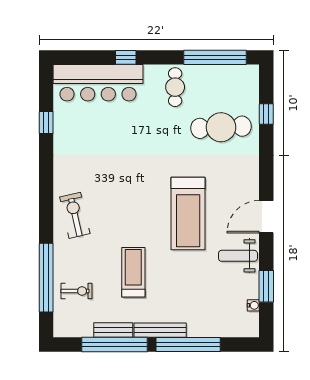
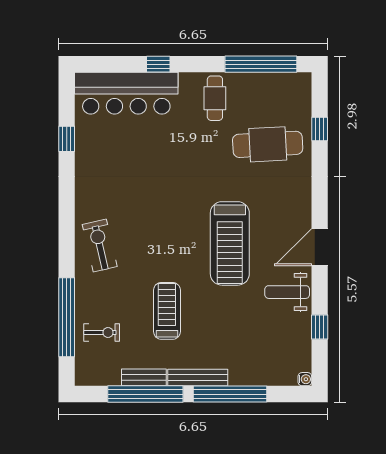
window: (266, 286) -> (320, 327), width x0.67
water cooler: (253, 305) -> (305, 379), moved

